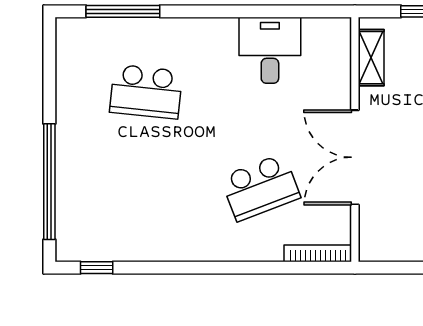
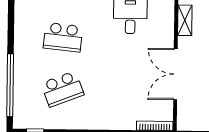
school desk: (260, 187) -> (62, 89), moved

